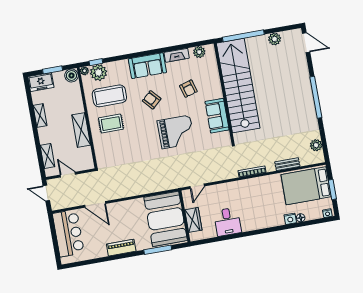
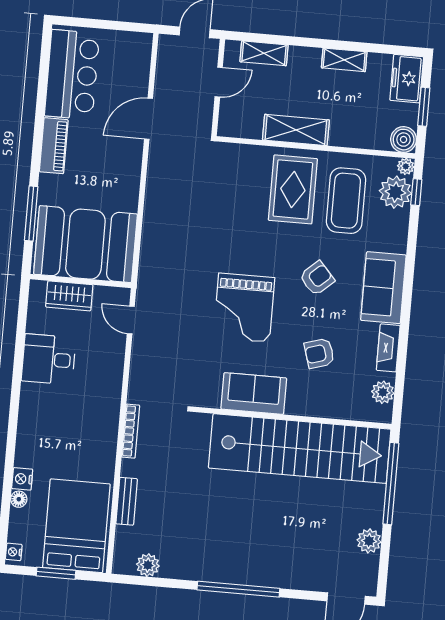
rug: (111, 124) -> (293, 189), width x1.36, depth x1.43
bar counter: (68, 233) -> (72, 75), moved, turned -90

